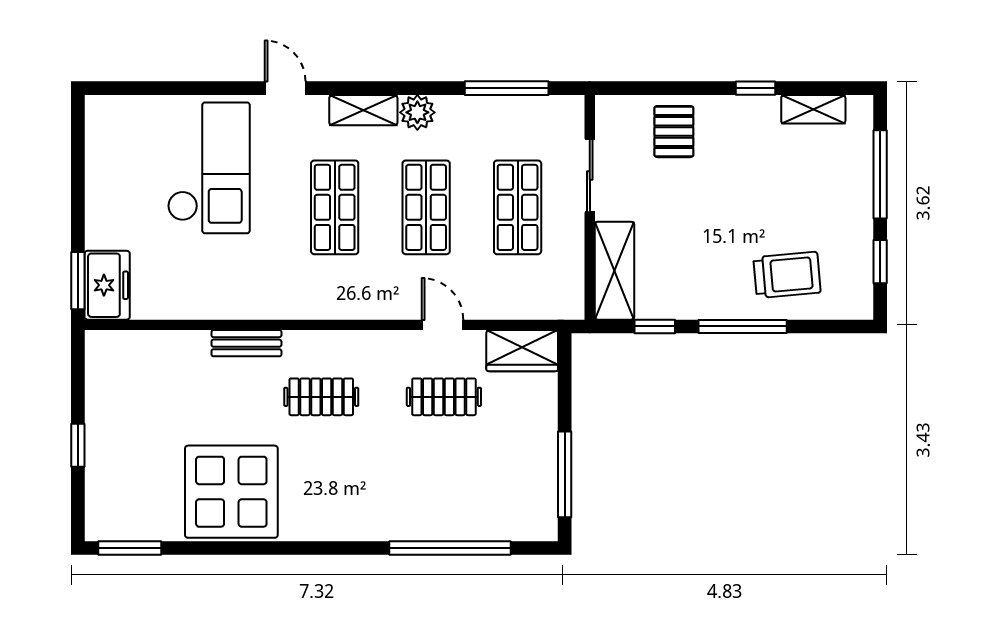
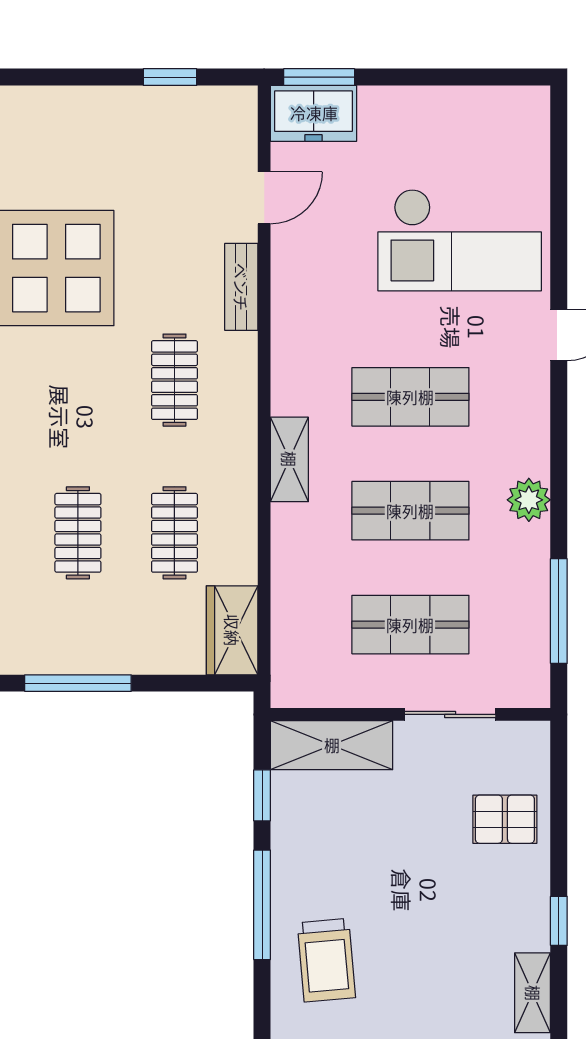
shelving: (363, 110) -> (289, 459), moved
door: (442, 325) -> (264, 198), moved
window: (78, 445) -> (170, 77), moved
clothes rail: (444, 474) -> (78, 533), added

